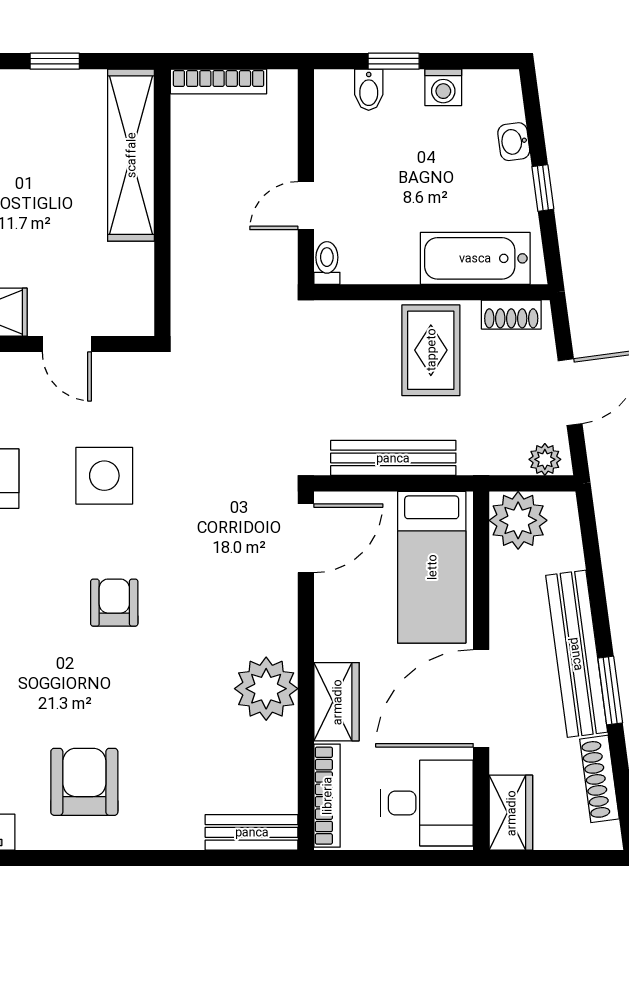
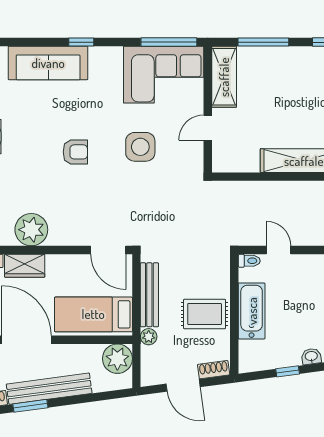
bathtub: (475, 258) -> (252, 311), moved
shoe rack: (511, 315) -> (214, 370), moved, turned 82
plant: (545, 459) -> (149, 337), moved

